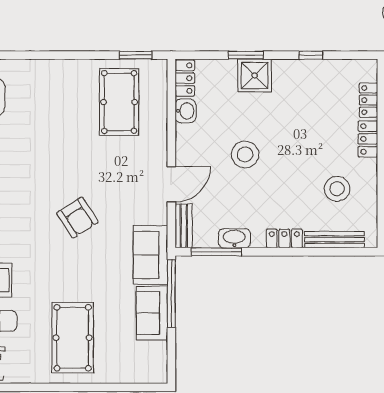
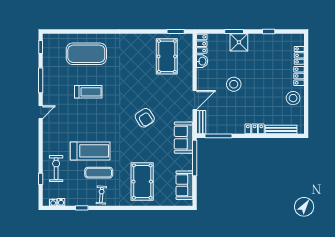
stool: (337, 189) -> (293, 98), moved
washbasin: (234, 238) -> (228, 129), removed
sofa: (152, 313) -> (184, 185), moved

